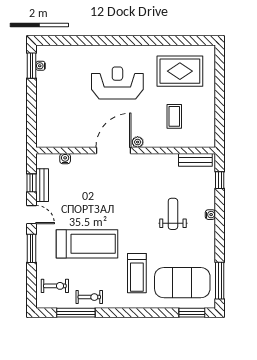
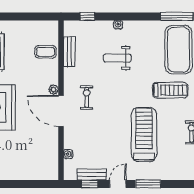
coffee table: (174, 116) -> (45, 52), moved
bench: (195, 160) -> (69, 52), moved
exercise bike: (55, 286) -> (87, 97), moved

